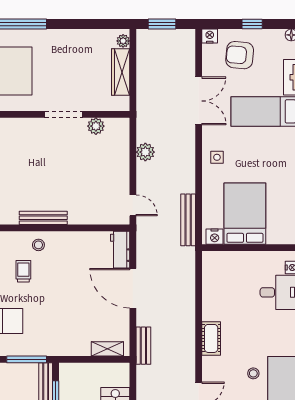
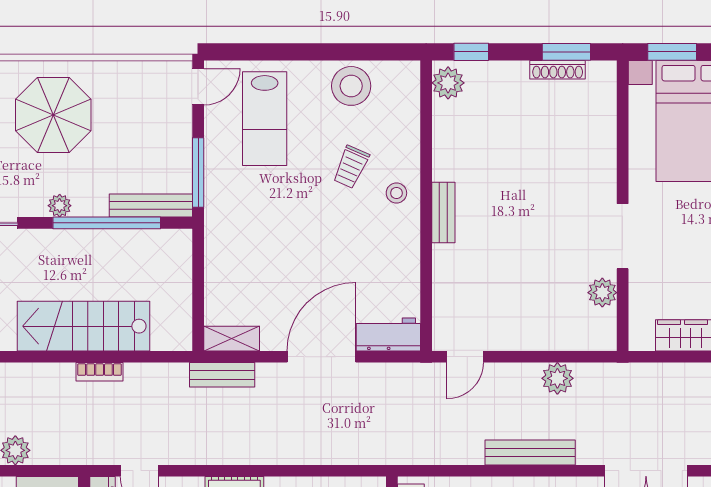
bench: (43, 218) -> (443, 212), width x0.73
bench: (188, 220) -> (530, 452), moved
trolley: (23, 271) -> (351, 167), turned 114
shelving: (107, 349) -> (232, 339), moved, turned 90

